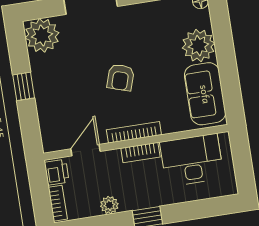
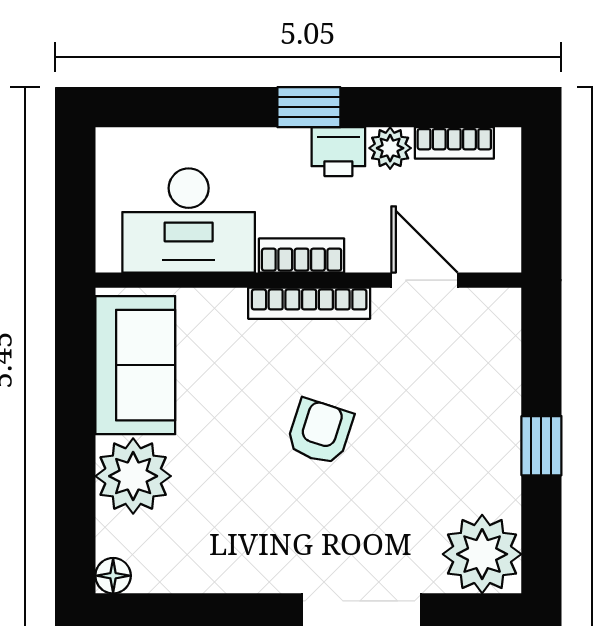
door: (86, 150) -> (425, 280), swing flipped
printer: (57, 172) -> (338, 152), moved, turned -90
bookcase: (58, 203) -> (454, 143), moved, turned -90

